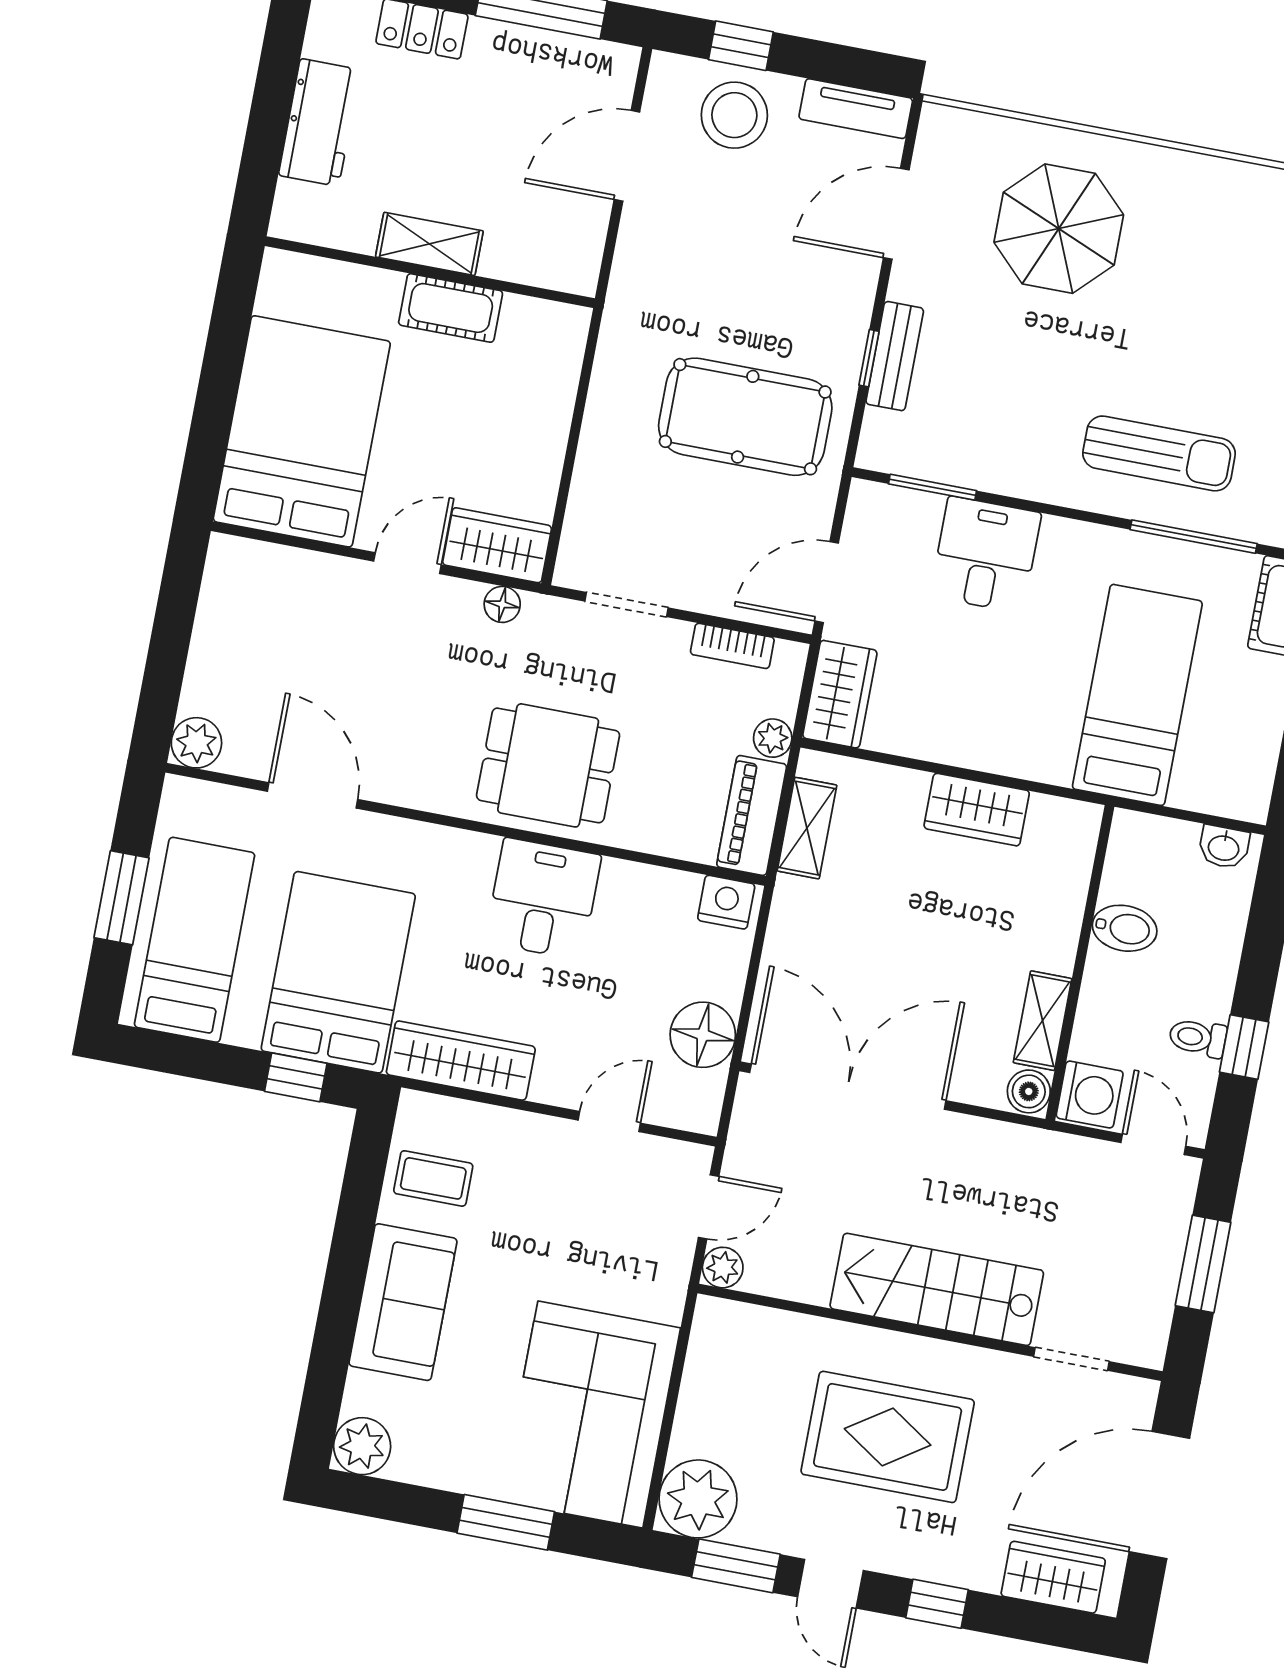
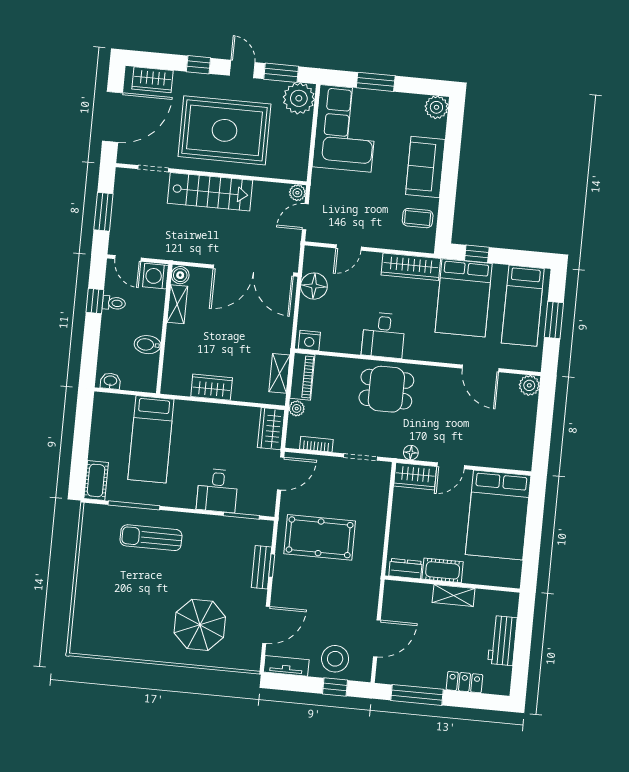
dresser: (541, 321) -> (405, 569), added
rug: (888, 1437) -> (225, 130), width x1.37, depth x1.44

